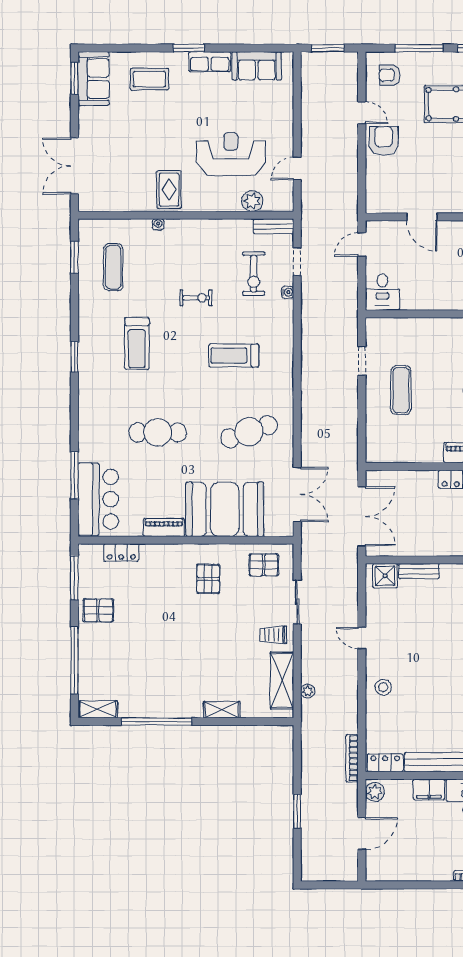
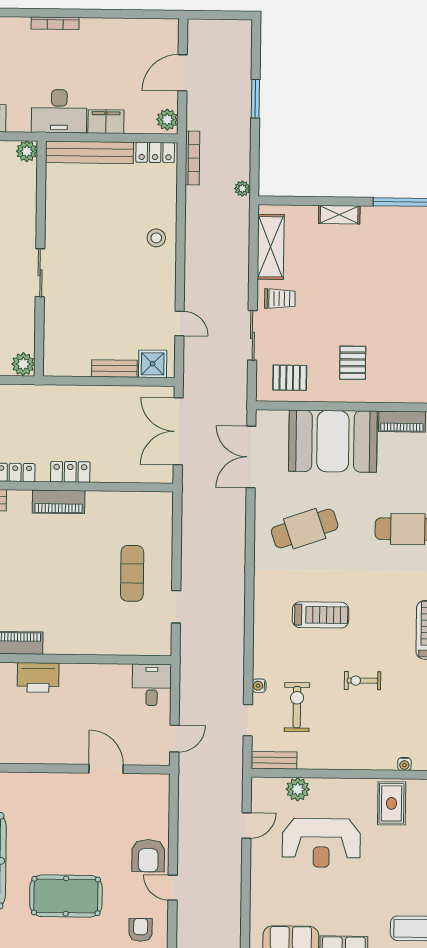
armchair: (390, 75) -> (141, 930), turned -90
door: (362, 638) -> (180, 323), moved
plant: (308, 691) -> (242, 189), moved

